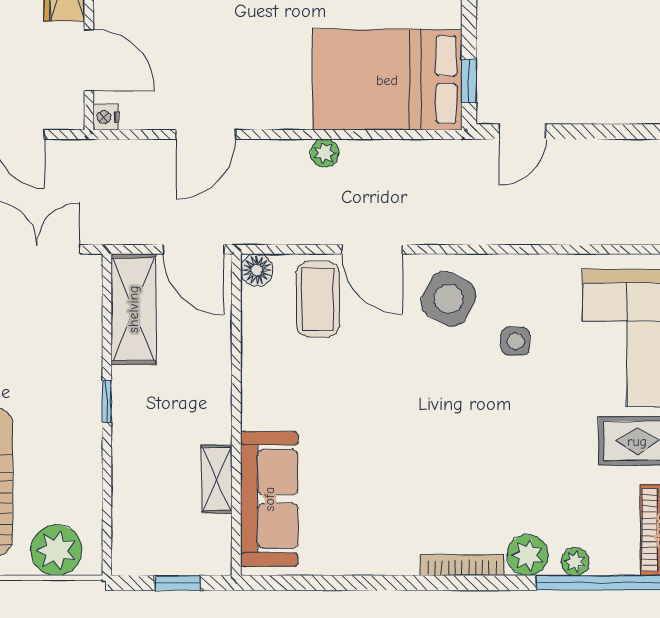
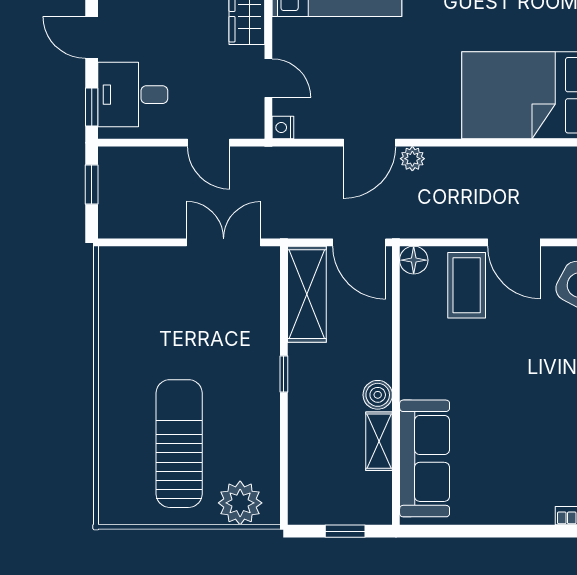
door: (89, 60) -> (268, 78), width x0.73
plant: (325, 153) -> (412, 159), moved
boiler: (215, 425) -> (378, 395), added

